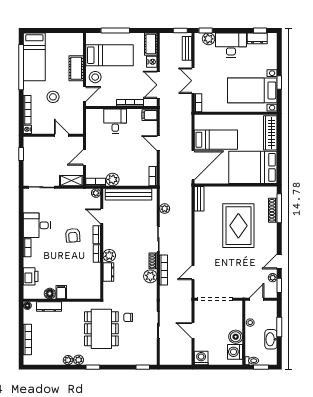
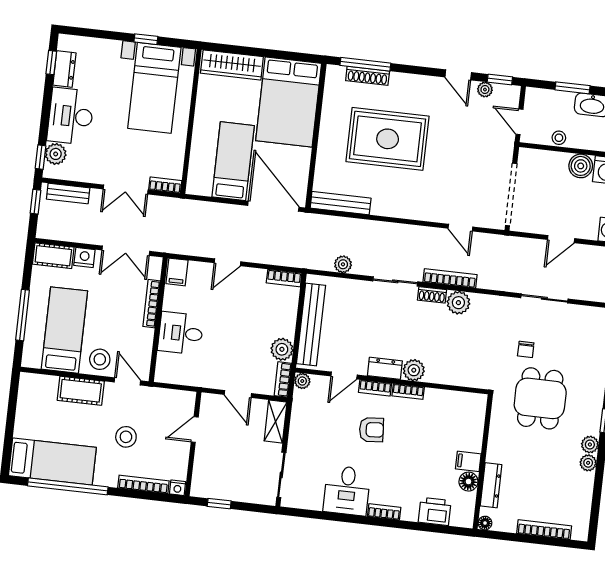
bench: (199, 199) -> (341, 203), width x1.36
dresser: (108, 272) -> (385, 368), moved
dining table: (101, 329) -> (540, 398), width x0.73

